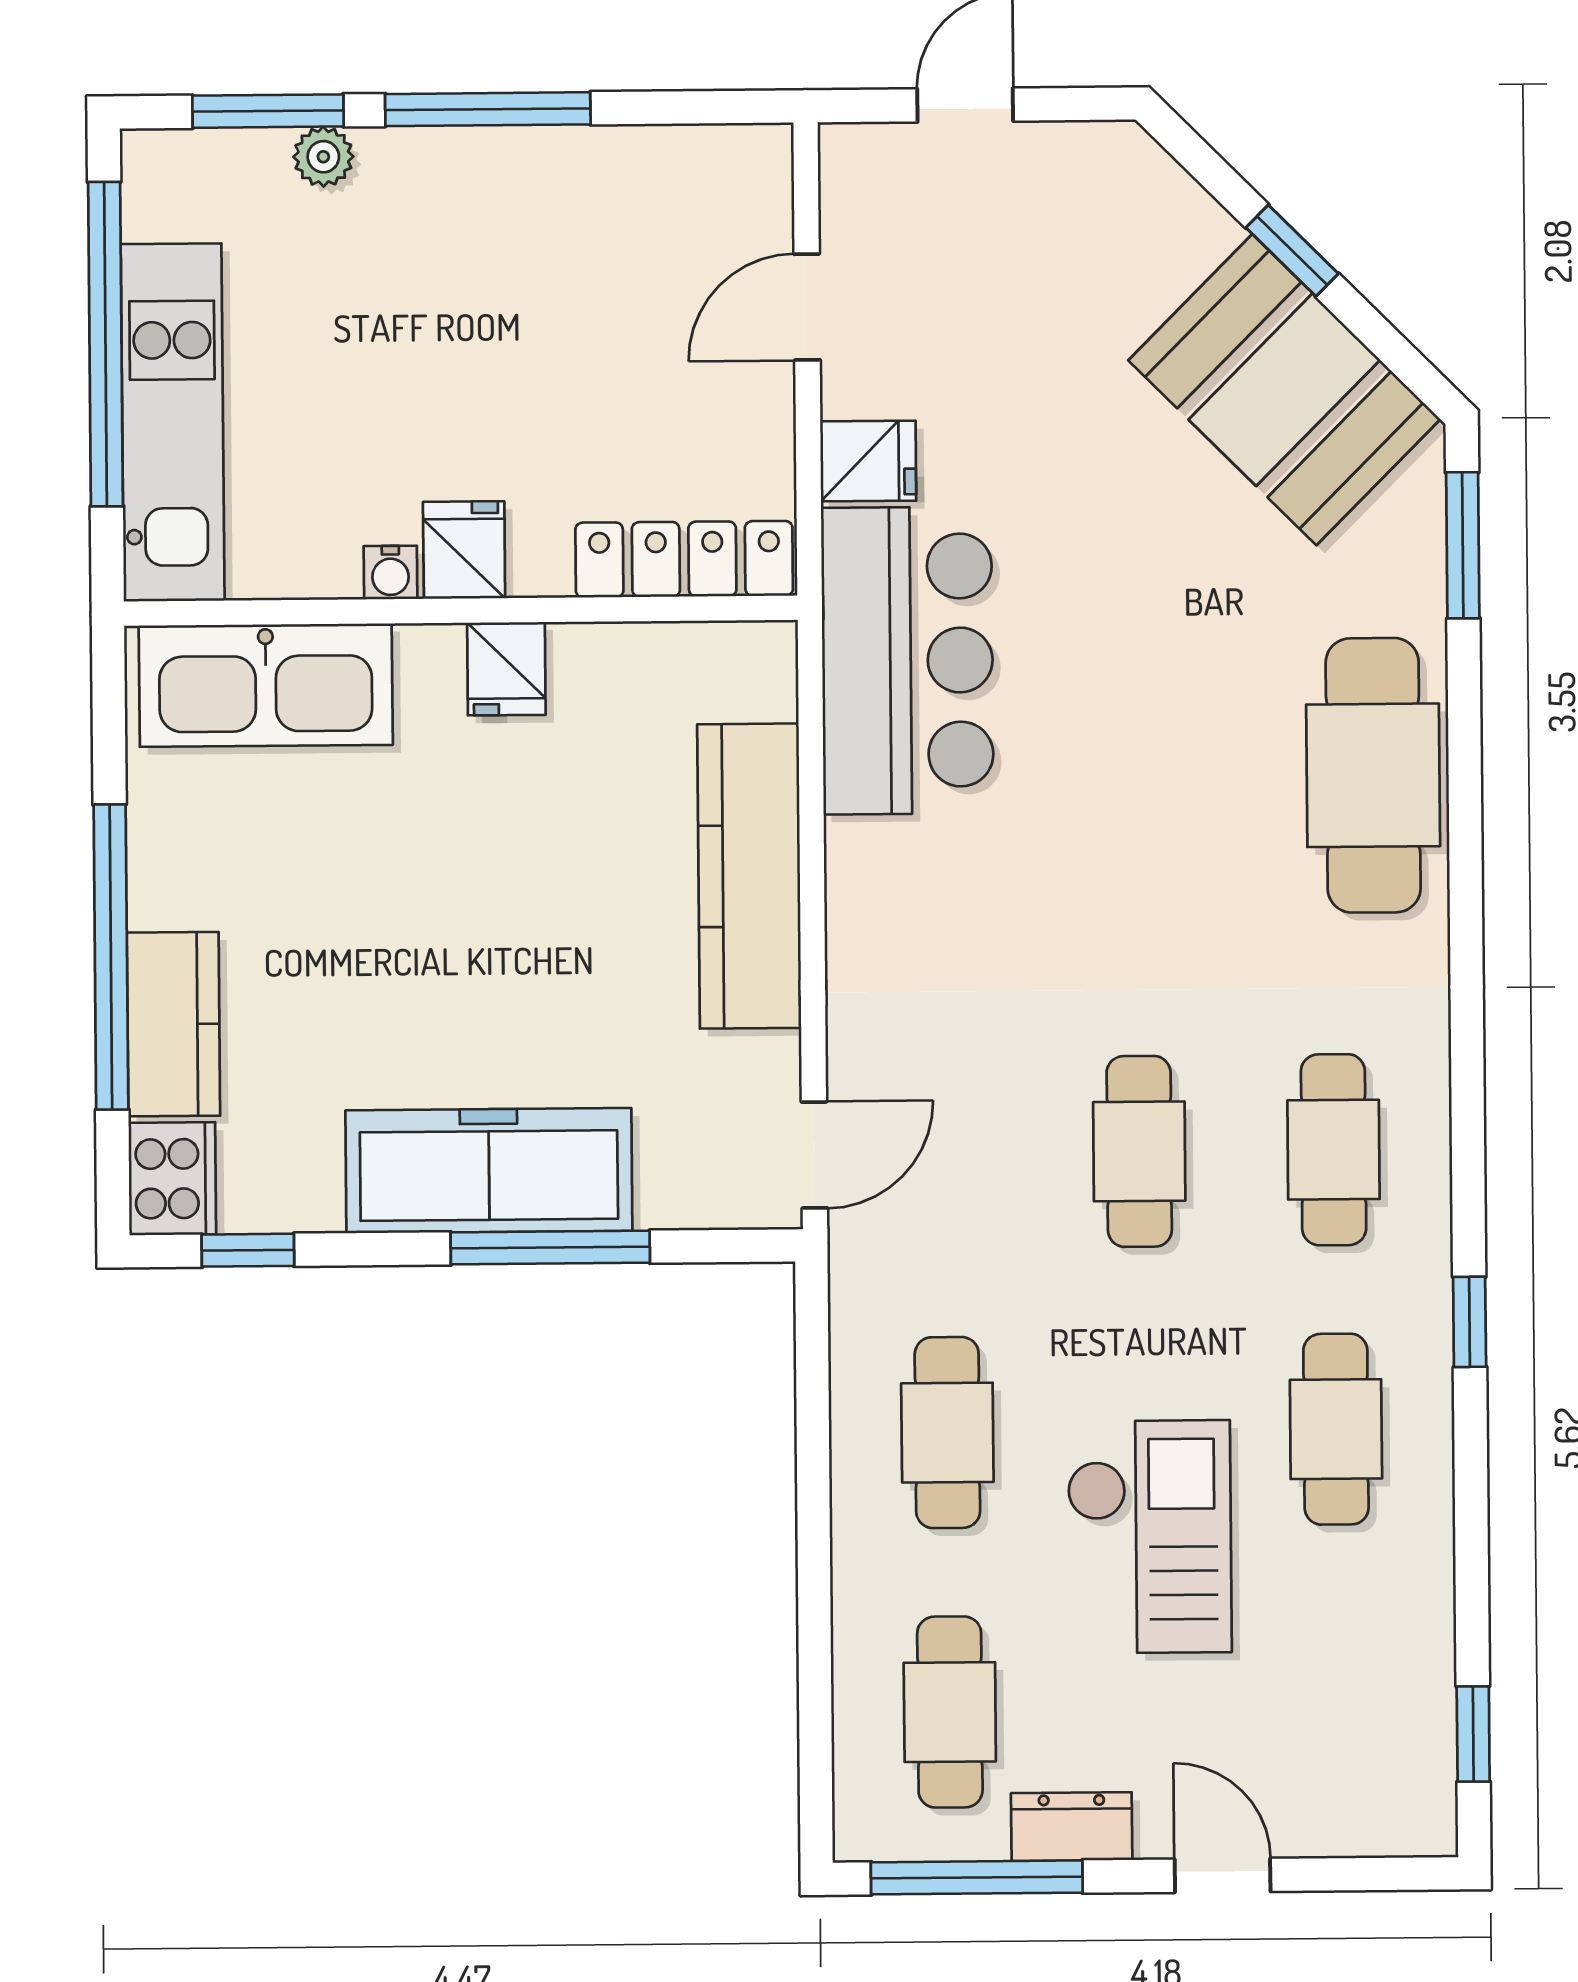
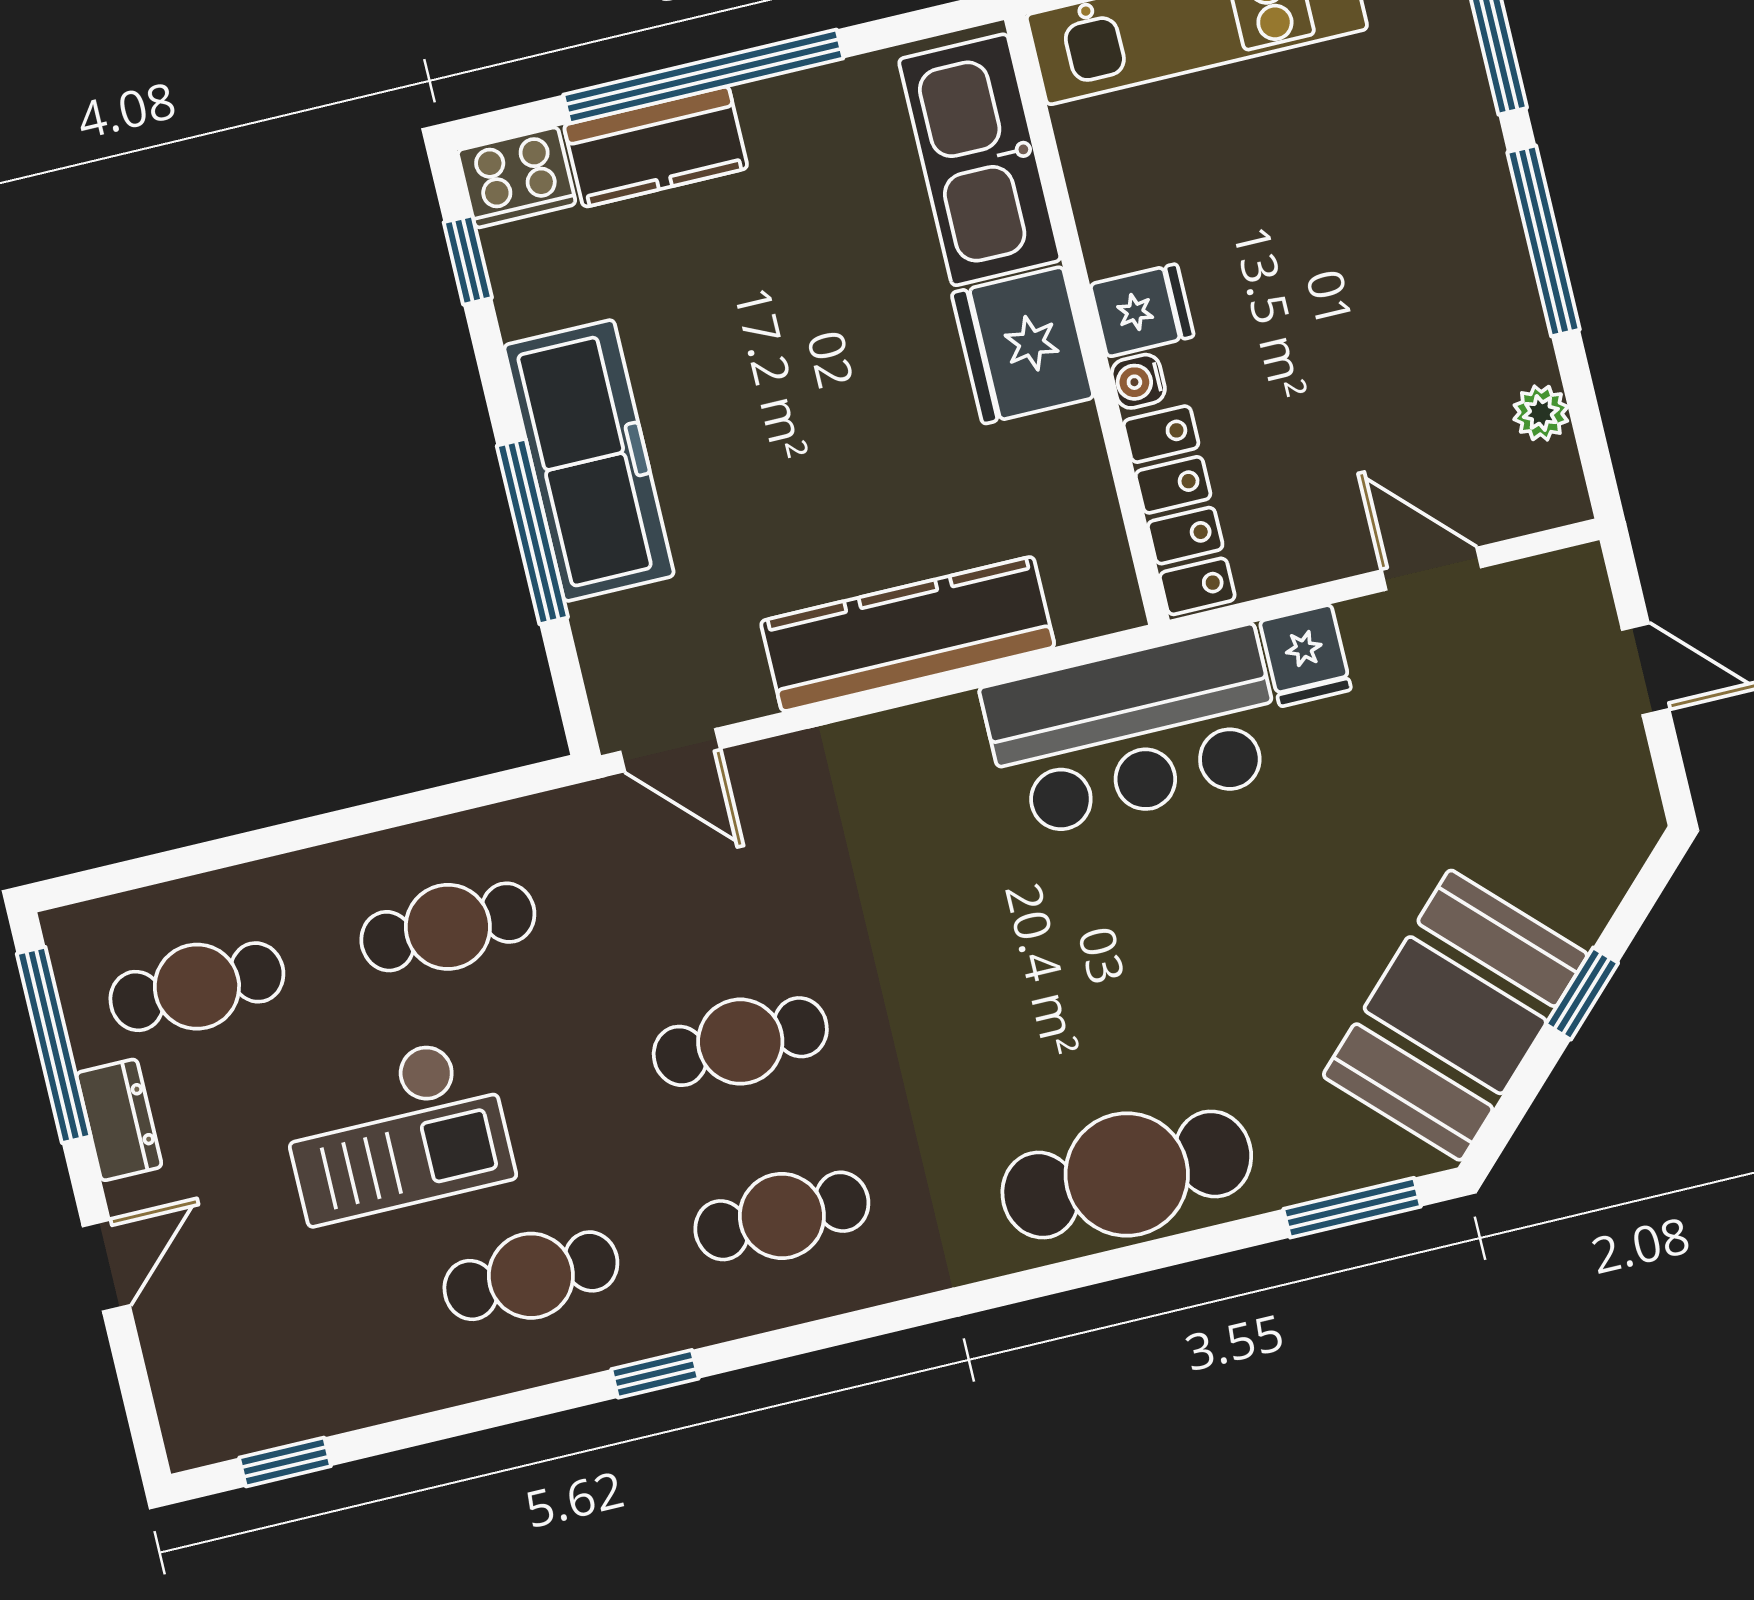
plant: (323, 157) -> (1541, 413), moved
water cooler: (390, 573) -> (1138, 381), moved
fridge: (506, 669) -> (1023, 345), width x1.88, depth x1.34

